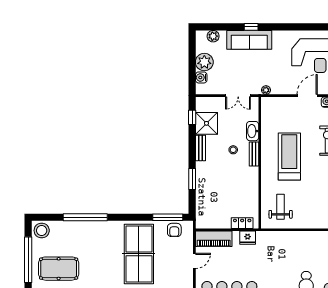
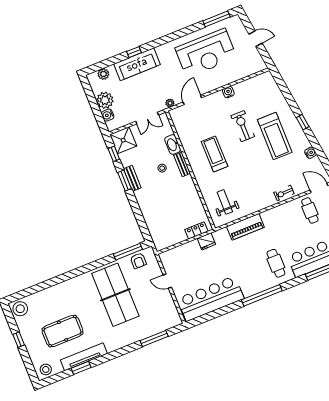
door: (307, 96) -> (192, 100), moved
shower: (206, 123) -> (123, 140), moved
treadmill: (289, 156) -> (214, 154), width x0.73, depth x0.73
window: (192, 179) -> (124, 181), moved
window: (85, 217) -> (54, 281), removed
piano: (214, 239) -> (245, 227), moved
window: (28, 260) -> (19, 340), width x0.32
door: (194, 261) -> (167, 281), swing flipped
pool table: (59, 269) -> (63, 331), moved

